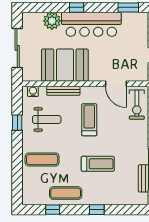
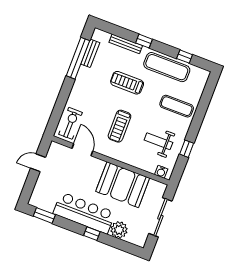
bench: (63, 91) -> (126, 44), moved
exercise mat: (66, 193) -> (167, 67), width x1.36, depth x1.45

